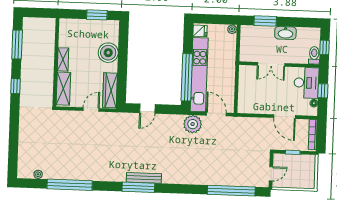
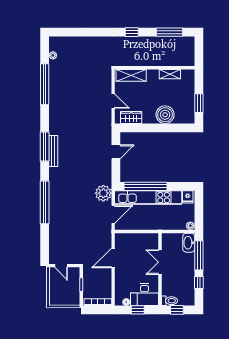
window: (265, 21) -> (199, 255), width x1.44
window: (295, 22) -> (199, 283), added
washbasin: (285, 33) -> (189, 243), moved
shelving: (63, 59) -> (170, 74), moved
wardrobe: (110, 90) -> (131, 118), width x0.67
door: (147, 109) -> (116, 152), swing flipped
door: (284, 117) -> (113, 258), moved
window: (231, 191) -> (45, 202), moved

